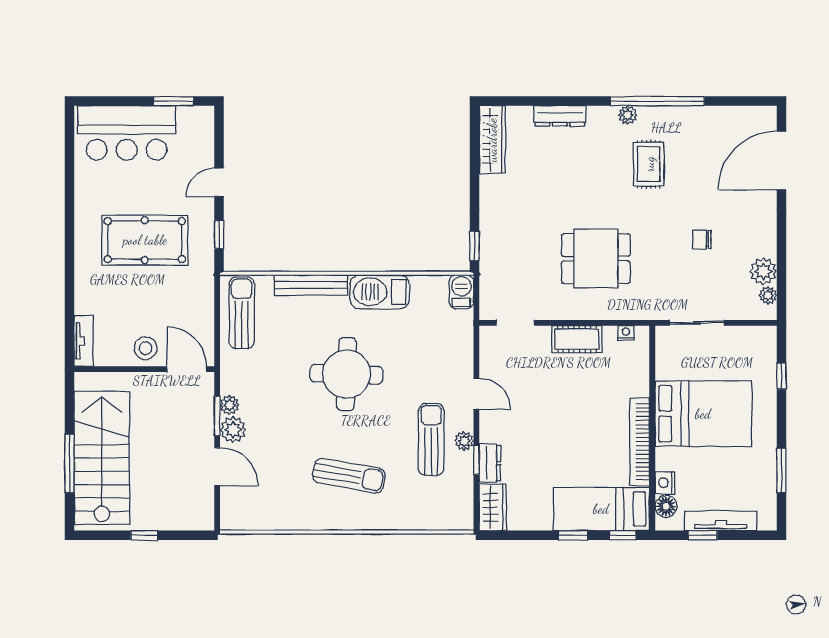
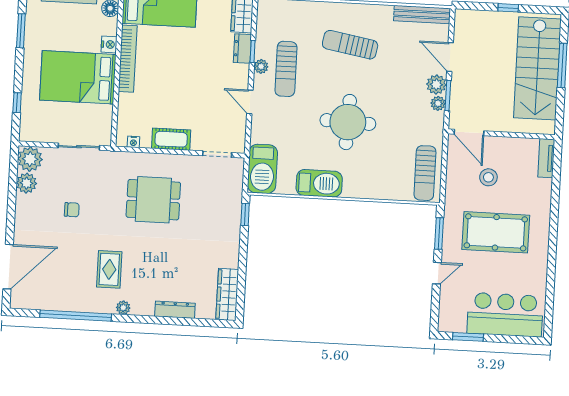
window: (657, 101) -> (76, 316), moved
window: (219, 235) -> (439, 234), width x1.50
bench: (311, 285) -> (422, 15), moved
barbecue: (461, 292) -> (262, 169), width x1.88, depth x1.53
plant: (768, 295) -> (30, 159), width x1.87, depth x1.87
stool: (146, 348) -> (488, 177), moved
nightstand: (665, 483) -> (109, 44), moved

